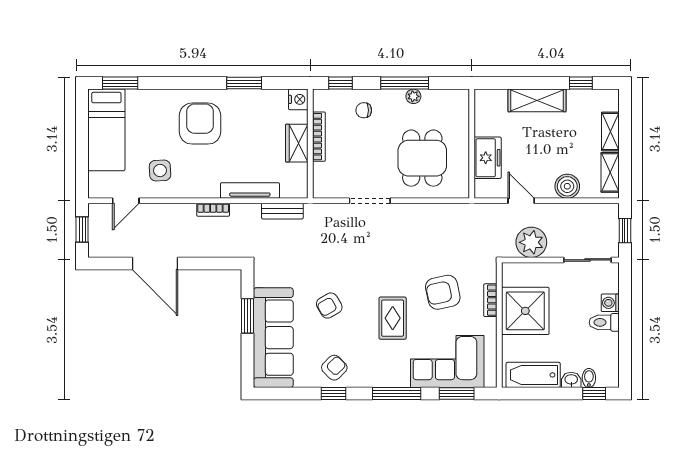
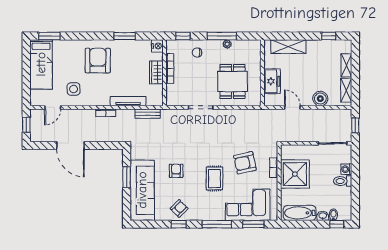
shelving: (537, 100) -> (288, 47), moved
plant: (531, 242) -> (299, 133), removed
armchair: (329, 306) -> (176, 171), turned 120

